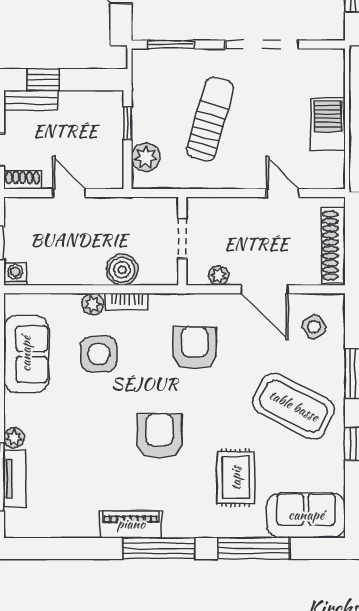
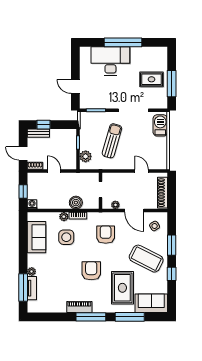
barbecue: (328, 124) -> (160, 125), moved
rug: (236, 478) -> (122, 288), width x1.36, depth x1.43

